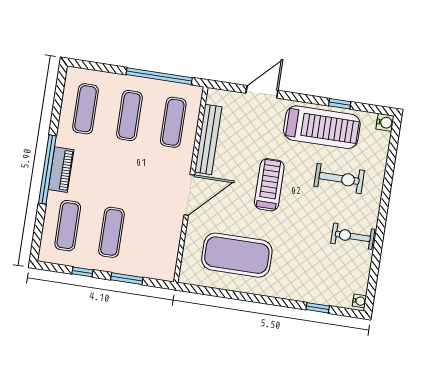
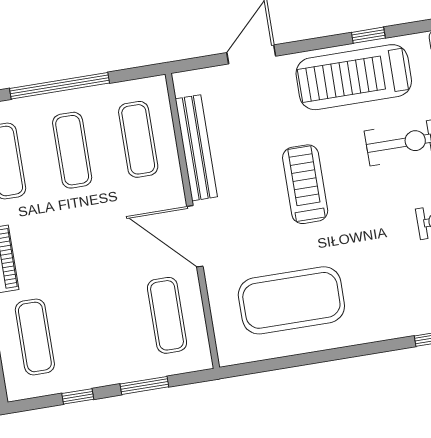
window: (159, 76) -> (59, 86), moved
treadmill: (322, 127) -> (354, 77), turned 180
door: (189, 195) -> (195, 236), swing flipped
exercise mat: (112, 232) -> (167, 315), moved

